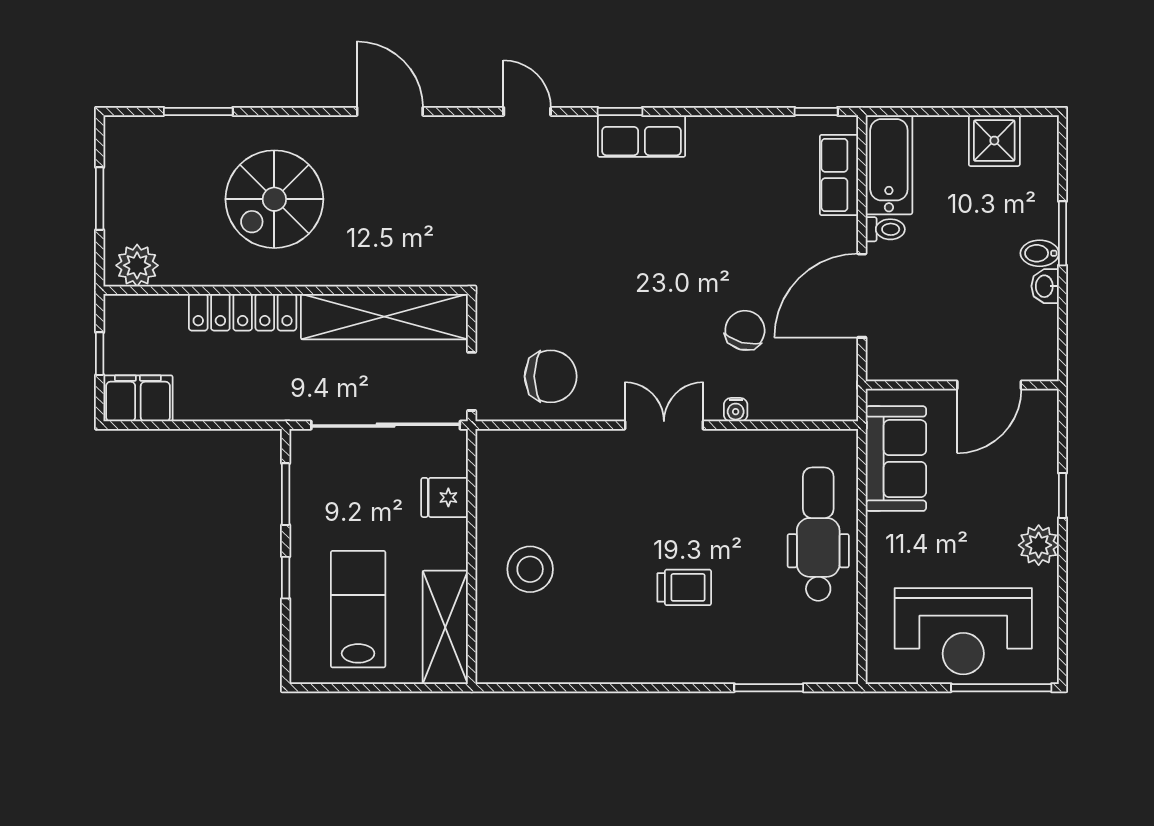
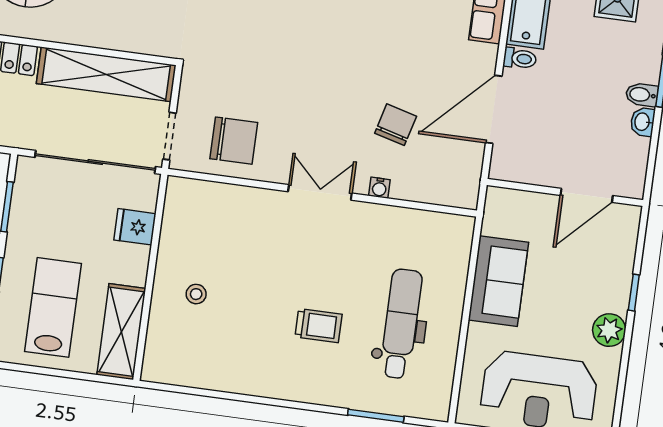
sofa: (896, 459) -> (498, 281), moved
dental chair: (818, 534) -> (401, 324), moved
stool: (530, 569) -> (196, 294), width x0.53, depth x0.53

